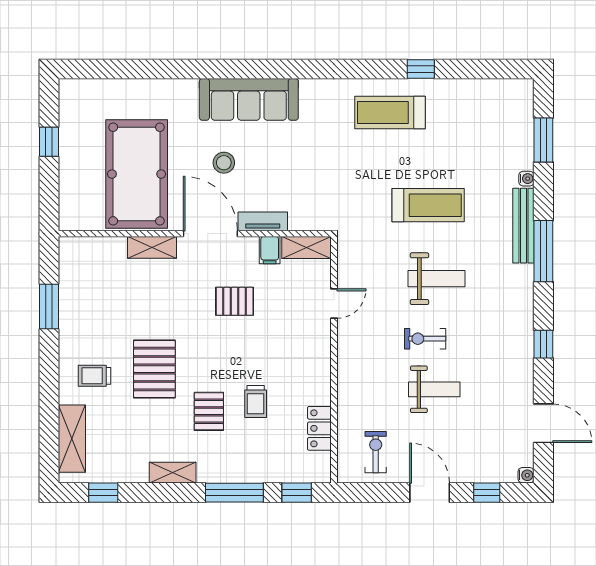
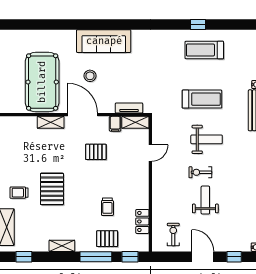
treadmill: (390, 112) -> (204, 50), moved
tv unit: (263, 221) -> (129, 108), moved
weight bench: (434, 389) -> (205, 200), turned -90
pallet: (209, 411) -> (107, 239), moved, turned 90

